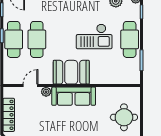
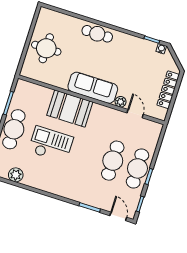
booth: (71, 72) -> (70, 109), moved
door: (30, 86) -> (135, 114), swing flipped

